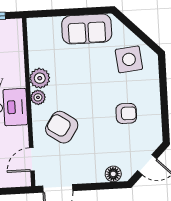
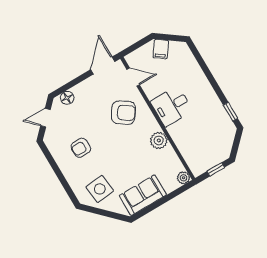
plant: (38, 97) -> (183, 178), moved
door: (32, 159) -> (133, 77), hinge flipped

